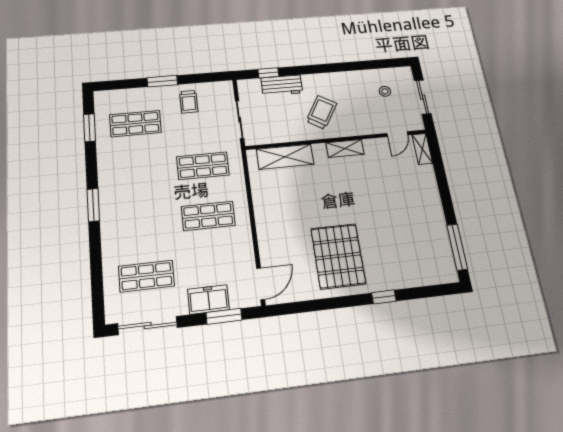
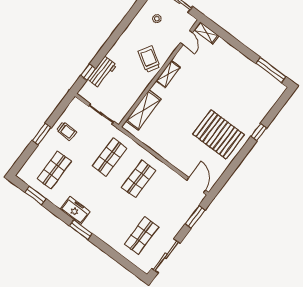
trolley: (321, 112) -> (149, 59), moved
freezer: (208, 299) -> (75, 210), moved, turned 90

